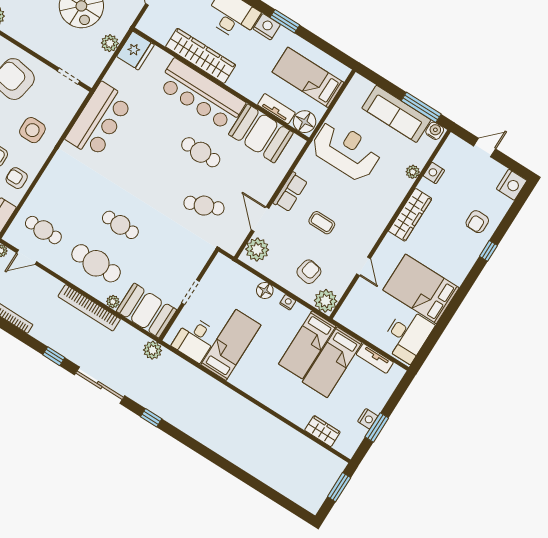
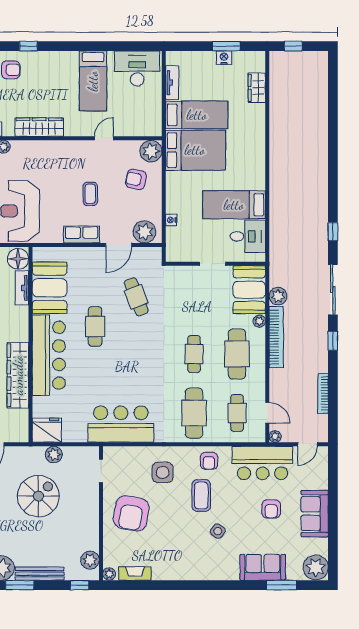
cafe table: (68, 192) -> (194, 413), added
bed: (421, 289) -> (93, 81), width x0.67
floor lamp: (265, 290) -> (173, 205), removed
nightstand: (288, 302) -> (171, 220), moved
bed: (307, 345) -> (195, 150), width x1.50
plant: (153, 350) -> (278, 296), moved
window: (339, 487) -> (293, 46), width x0.67

